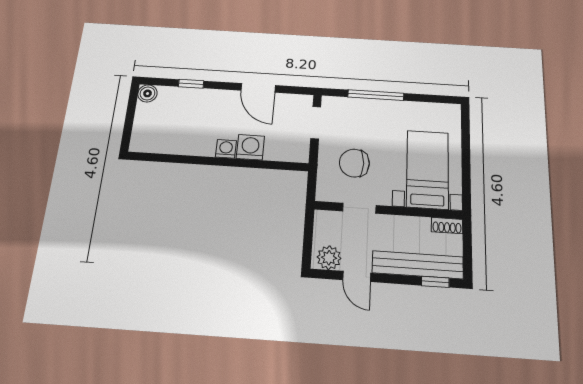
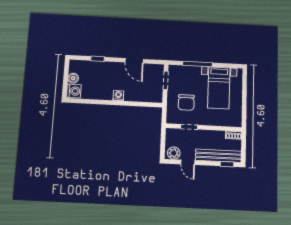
boiler: (147, 93) -> (73, 78), moved
washing machine: (250, 147) -> (74, 91), moved, turned 90
chair: (354, 163) -> (186, 102), turned -90
bed with nightstands: (427, 169) -> (219, 88), moved, turned 180

